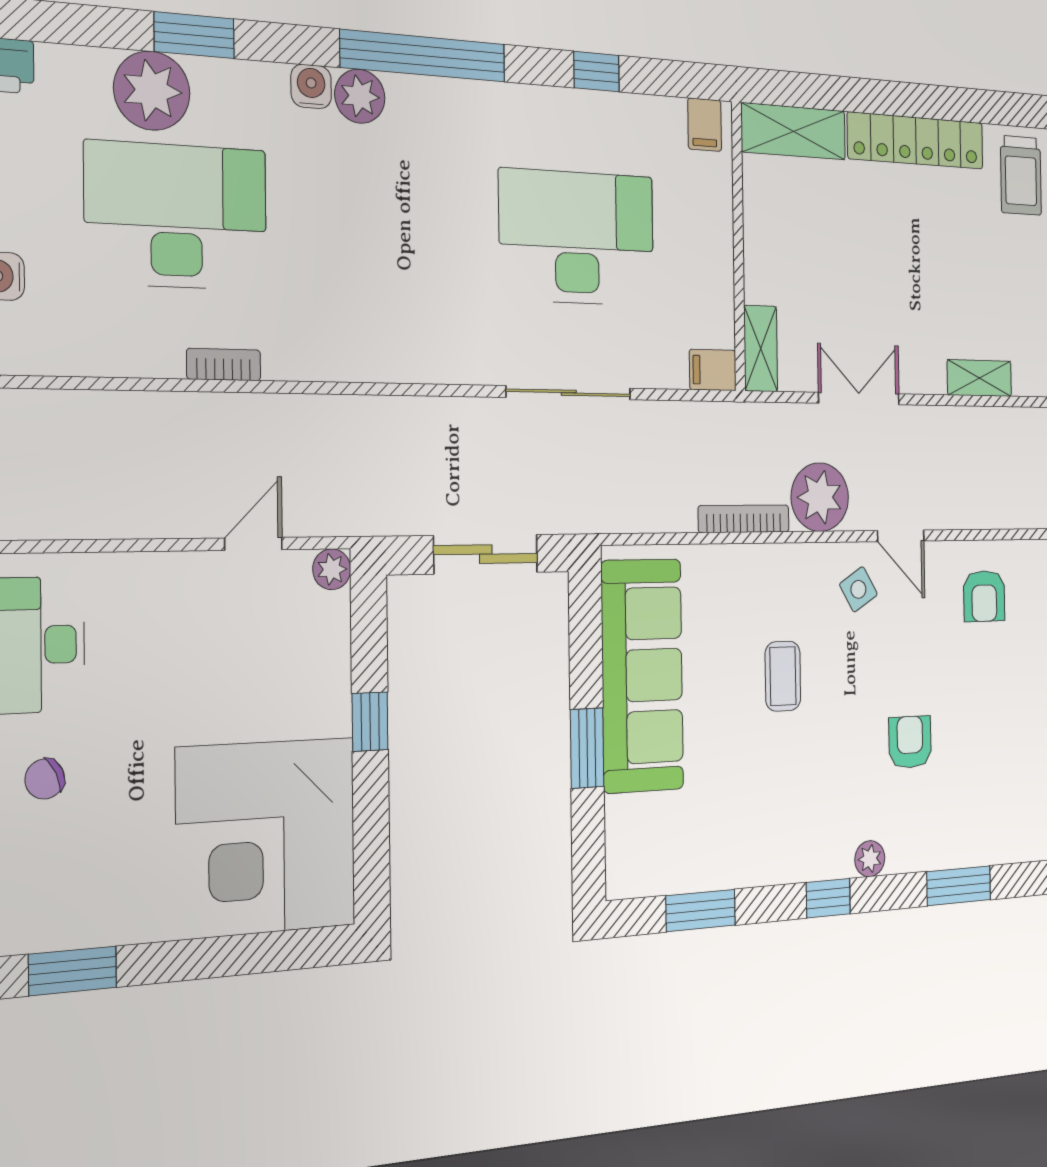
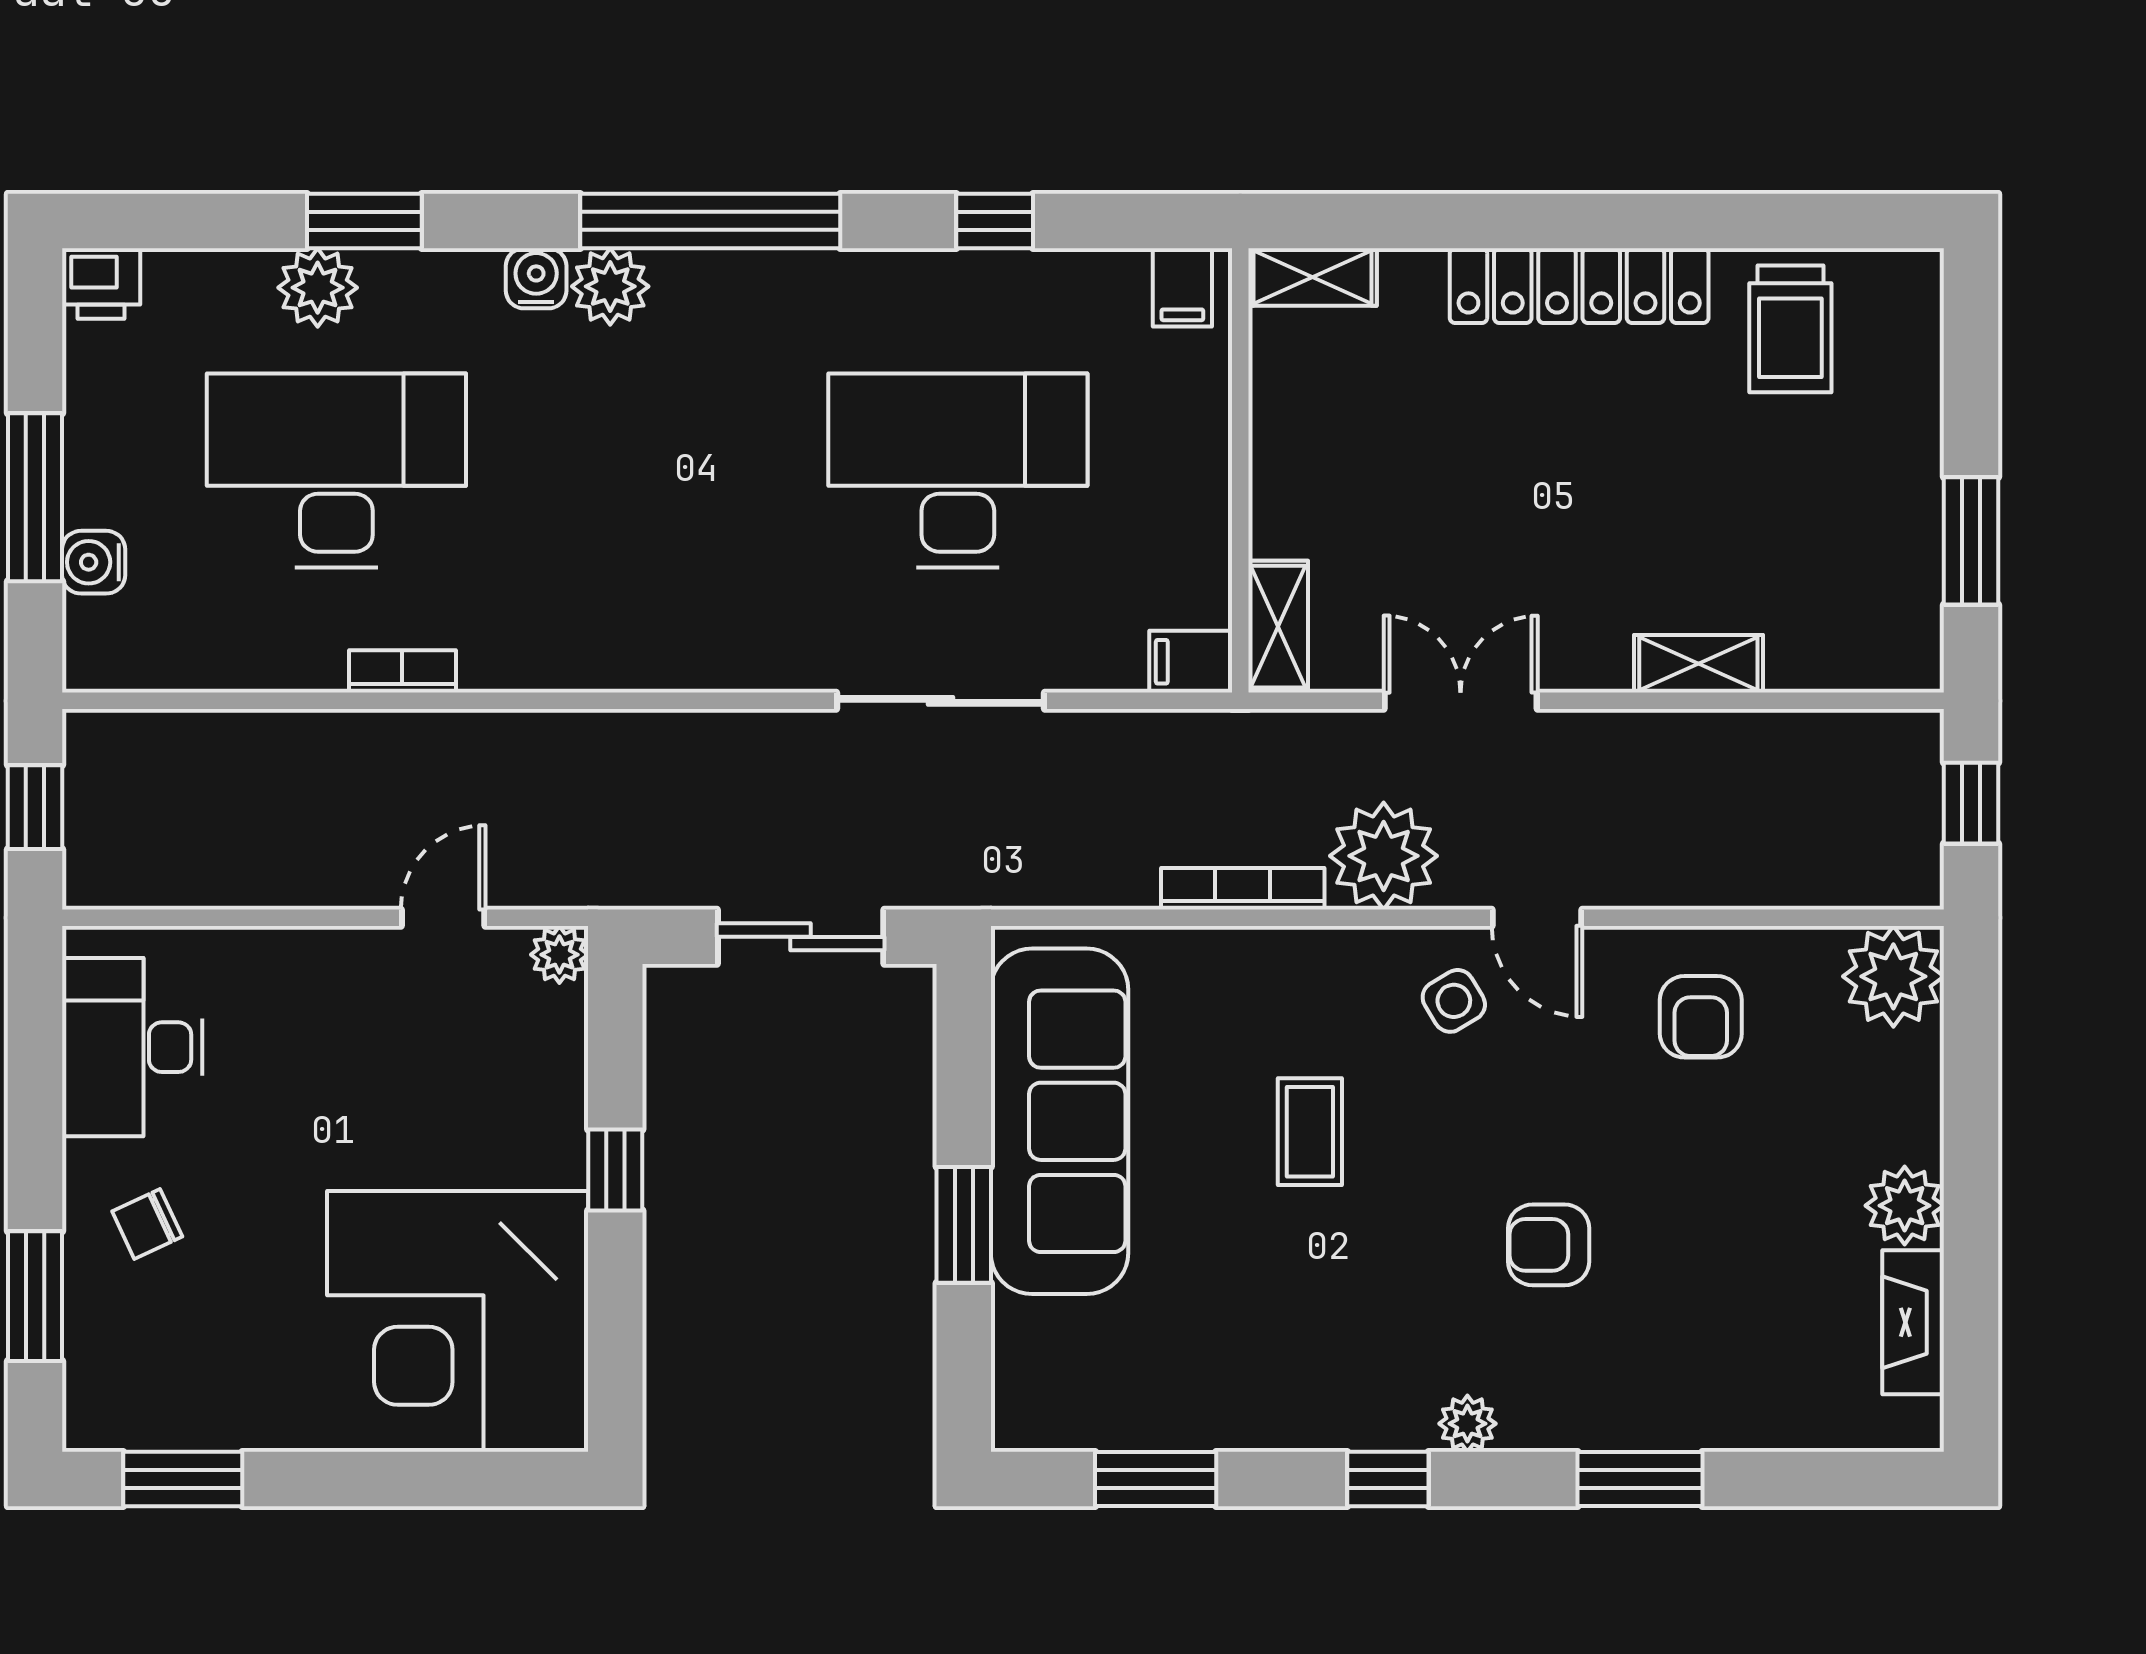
plant: (152, 91) -> (318, 288), width x0.73, depth x0.73
shelving: (794, 131) -> (1313, 277), width x0.67, depth x0.75
armchair: (910, 742) -> (1549, 1245), turned -90

